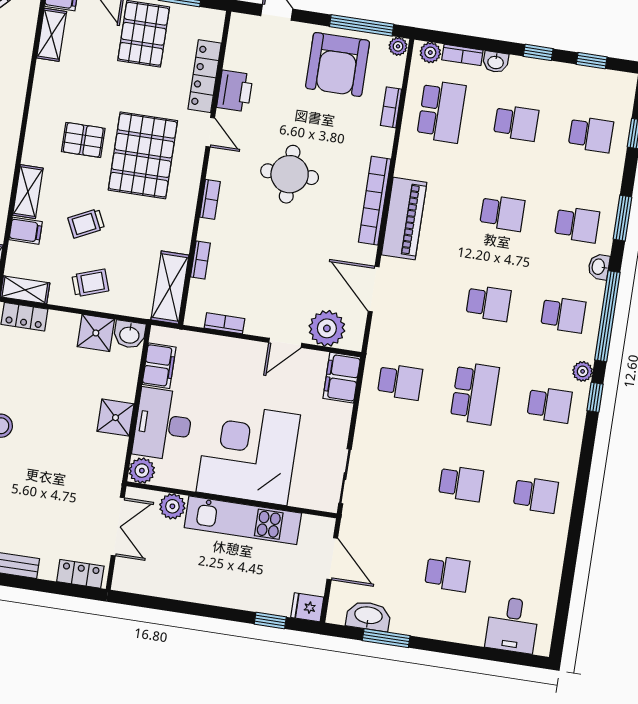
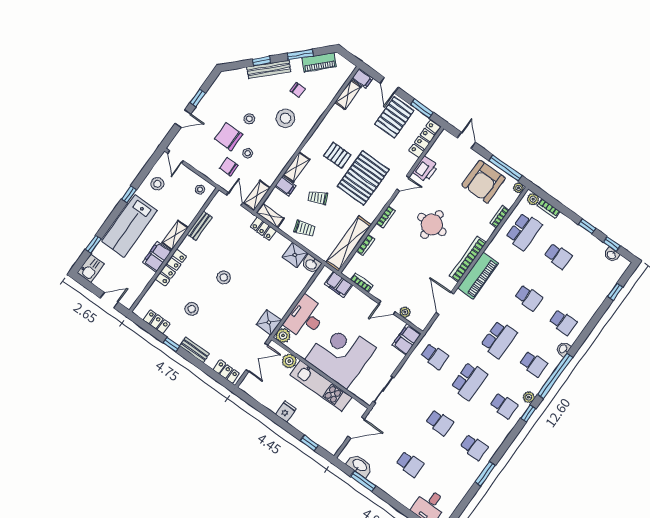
washbasin: (496, 62) -> (612, 255), moved
locker: (205, 76) -> (425, 139), moved
door: (210, 132) -> (403, 183), hinge flipped
school desk: (591, 134) -> (593, 281), removed
window: (622, 218) -> (485, 474), moved
shelving: (170, 287) -> (349, 243), width x1.47
school desk: (489, 303) -> (499, 339), width x1.85
plant: (327, 328) -> (405, 312), width x0.53, depth x0.53
filing cabinet: (159, 366) -> (338, 284), moved, turned 90
shower: (115, 418) -> (269, 322), moved
door: (332, 559) -> (356, 428), hinge flipped
fridge: (307, 607) -> (286, 412), moved, turned 90

